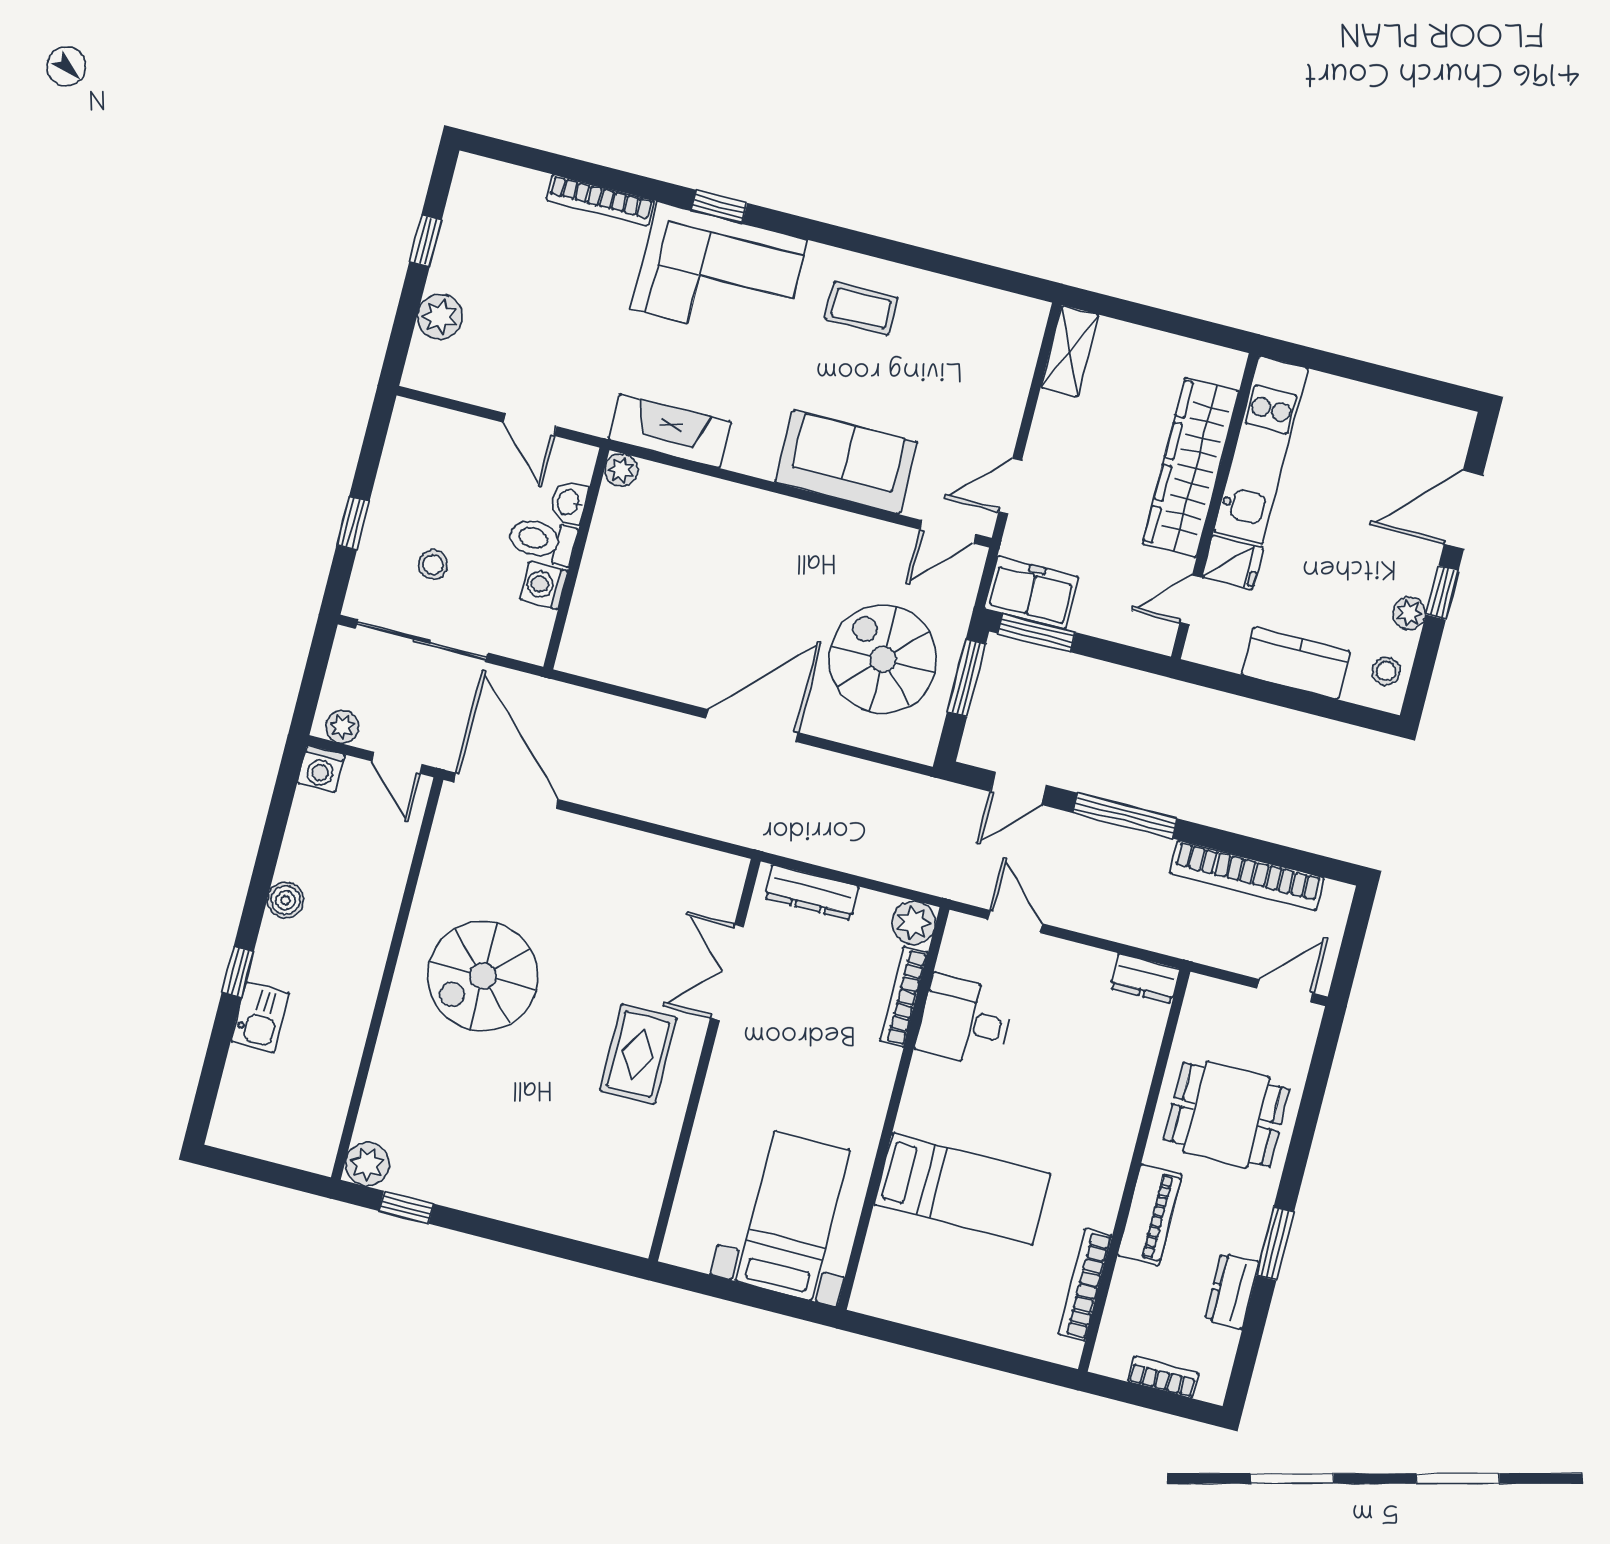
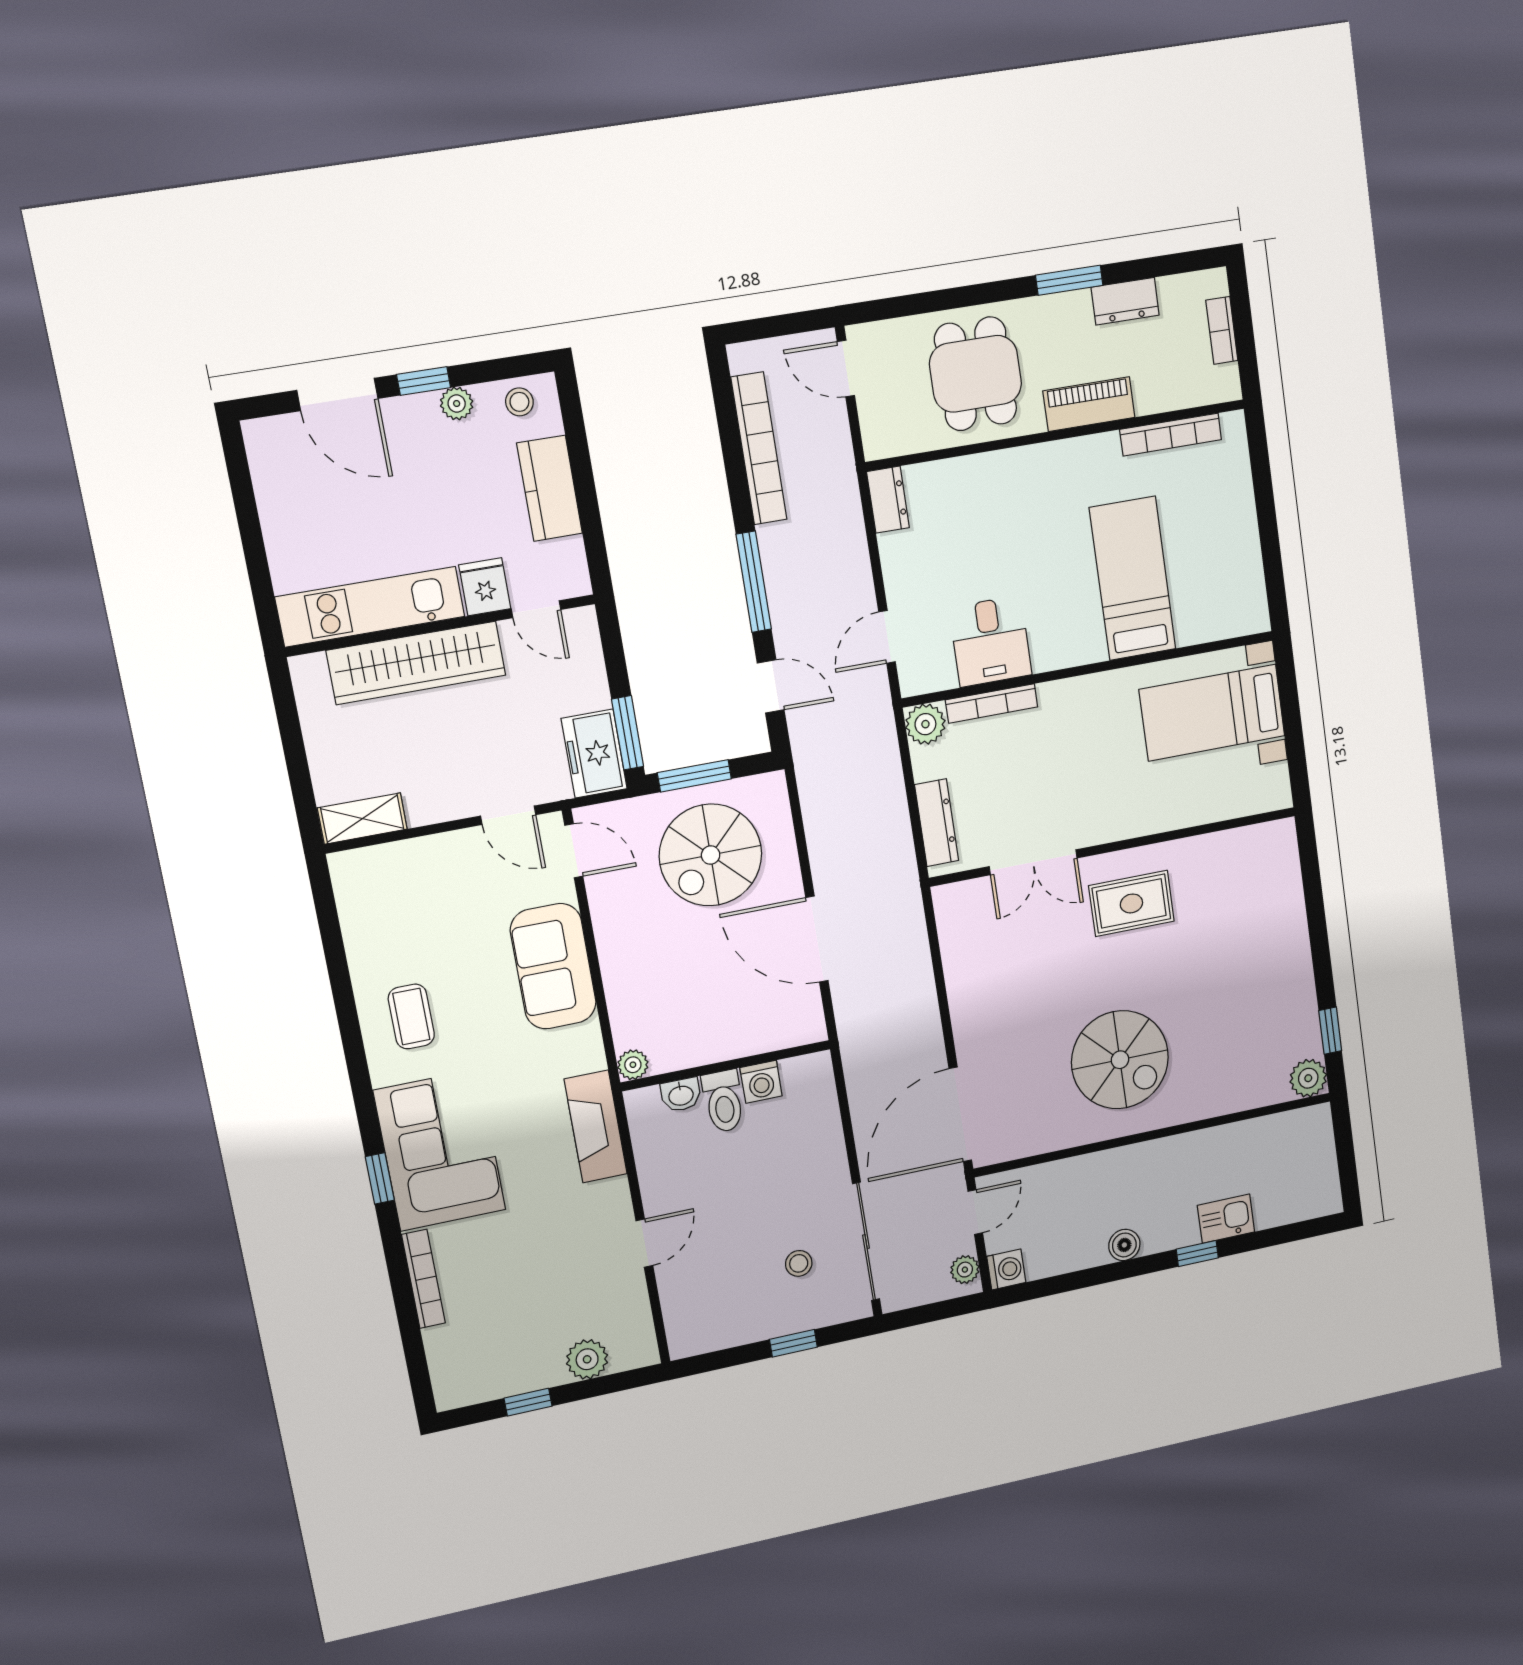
plant: (621, 470) -> (633, 1065), moved
washbasin: (569, 502) -> (681, 1095), moved
toilet: (542, 540) -> (723, 1101), moved
wall: (576, 558) -> (726, 1066), moved
washing machine: (544, 585) -> (761, 1082), moved

